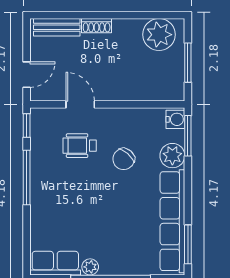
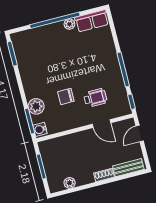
plant: (159, 35) -> (70, 183), width x0.53, depth x0.53
chair: (124, 159) -> (66, 96), turned -131
row of seats: (172, 221) -> (26, 66), removed

